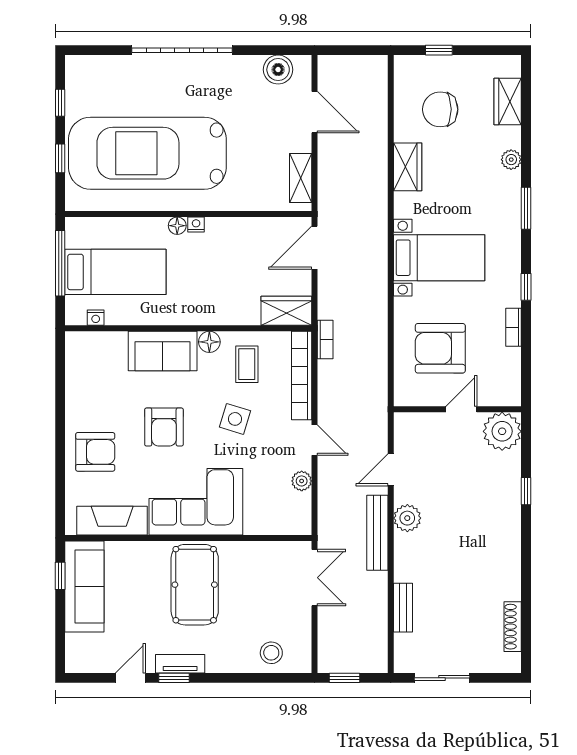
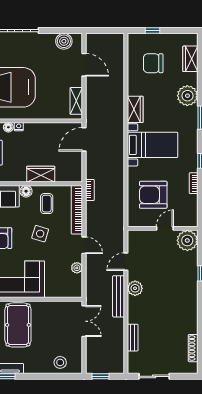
plant: (511, 160) -> (187, 96), width x1.88, depth x1.88
wardrobe: (408, 167) -> (135, 109), moved
wardrobe: (286, 311) -> (41, 174), moved

